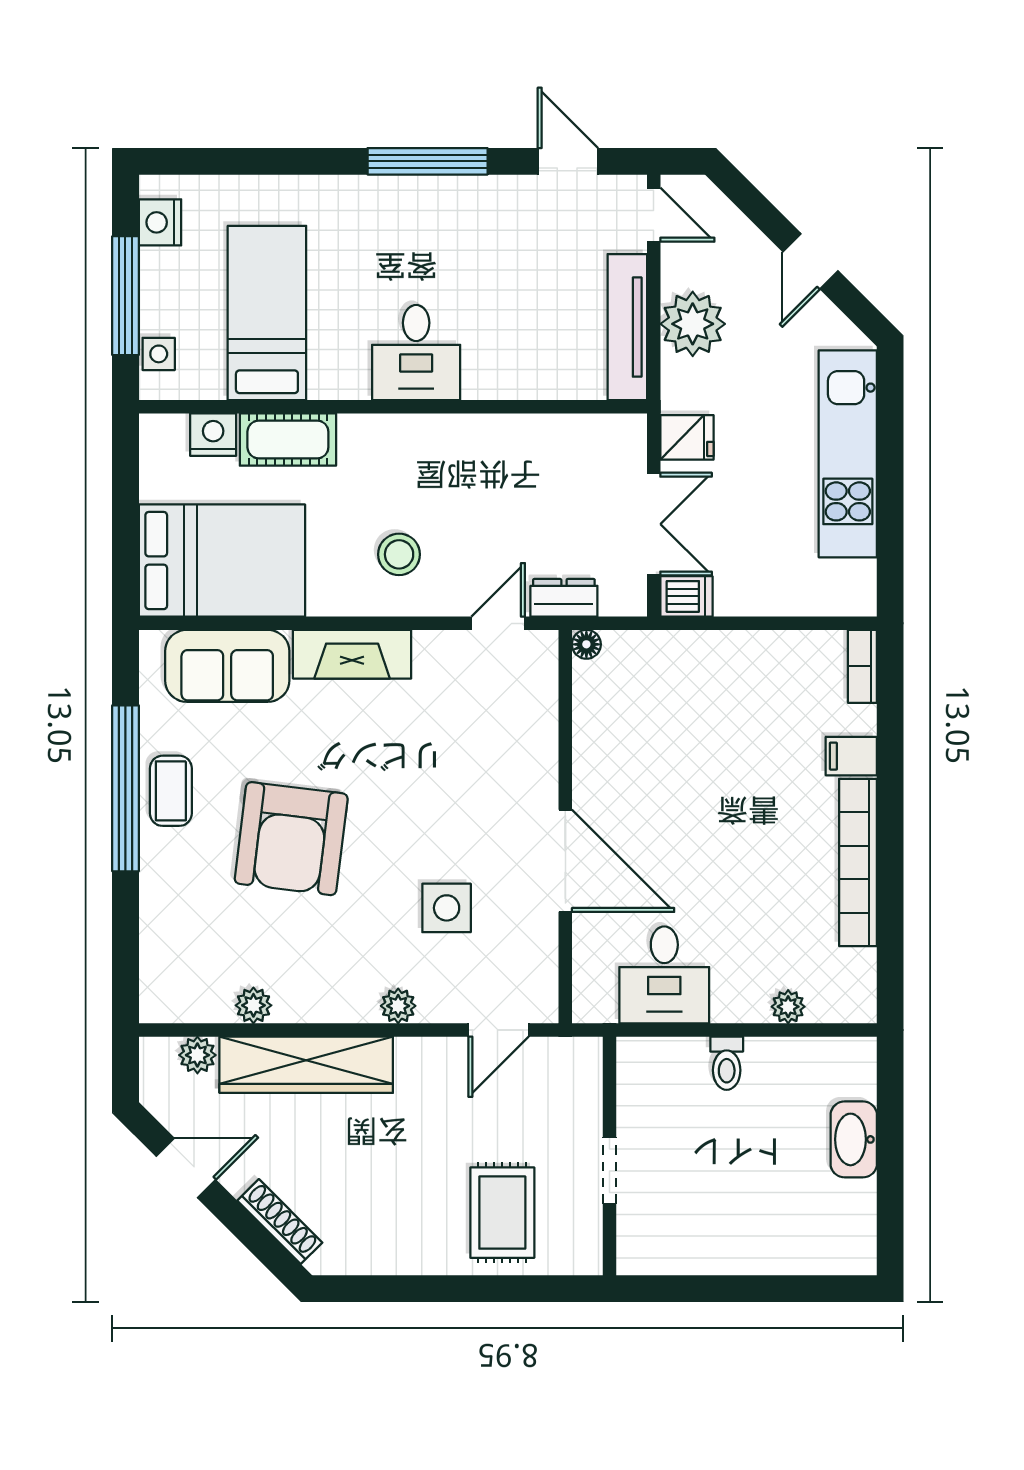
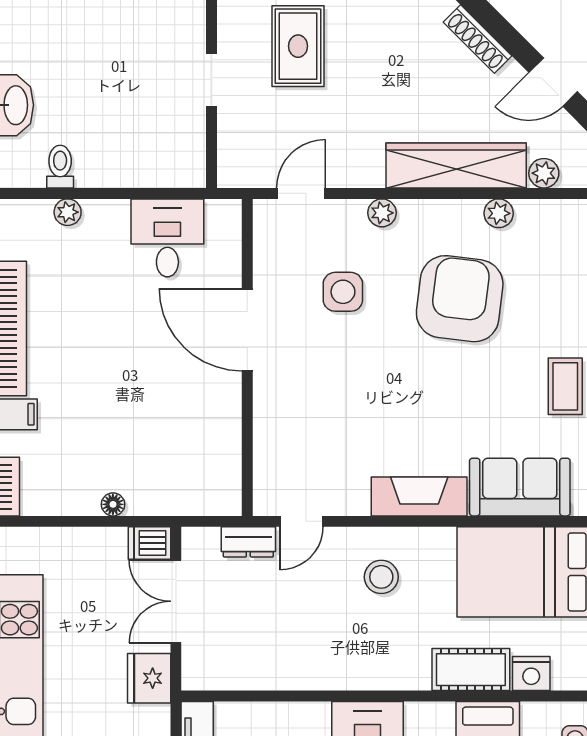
fridge: (687, 437) -> (149, 678), width x1.38
floor lamp: (586, 644) -> (113, 504), moved
armchair: (291, 839) -> (460, 299), moved
toilet: (727, 1063) -> (60, 167), moved

